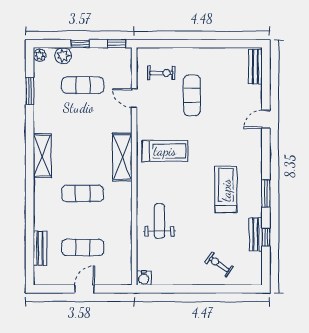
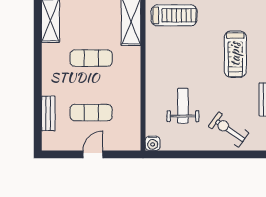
treadmill: (226, 190) -> (235, 54), turned 180
weight bench: (159, 221) -> (183, 106), moved
exercise bike: (219, 264) -> (229, 130), width x1.38, depth x1.39

